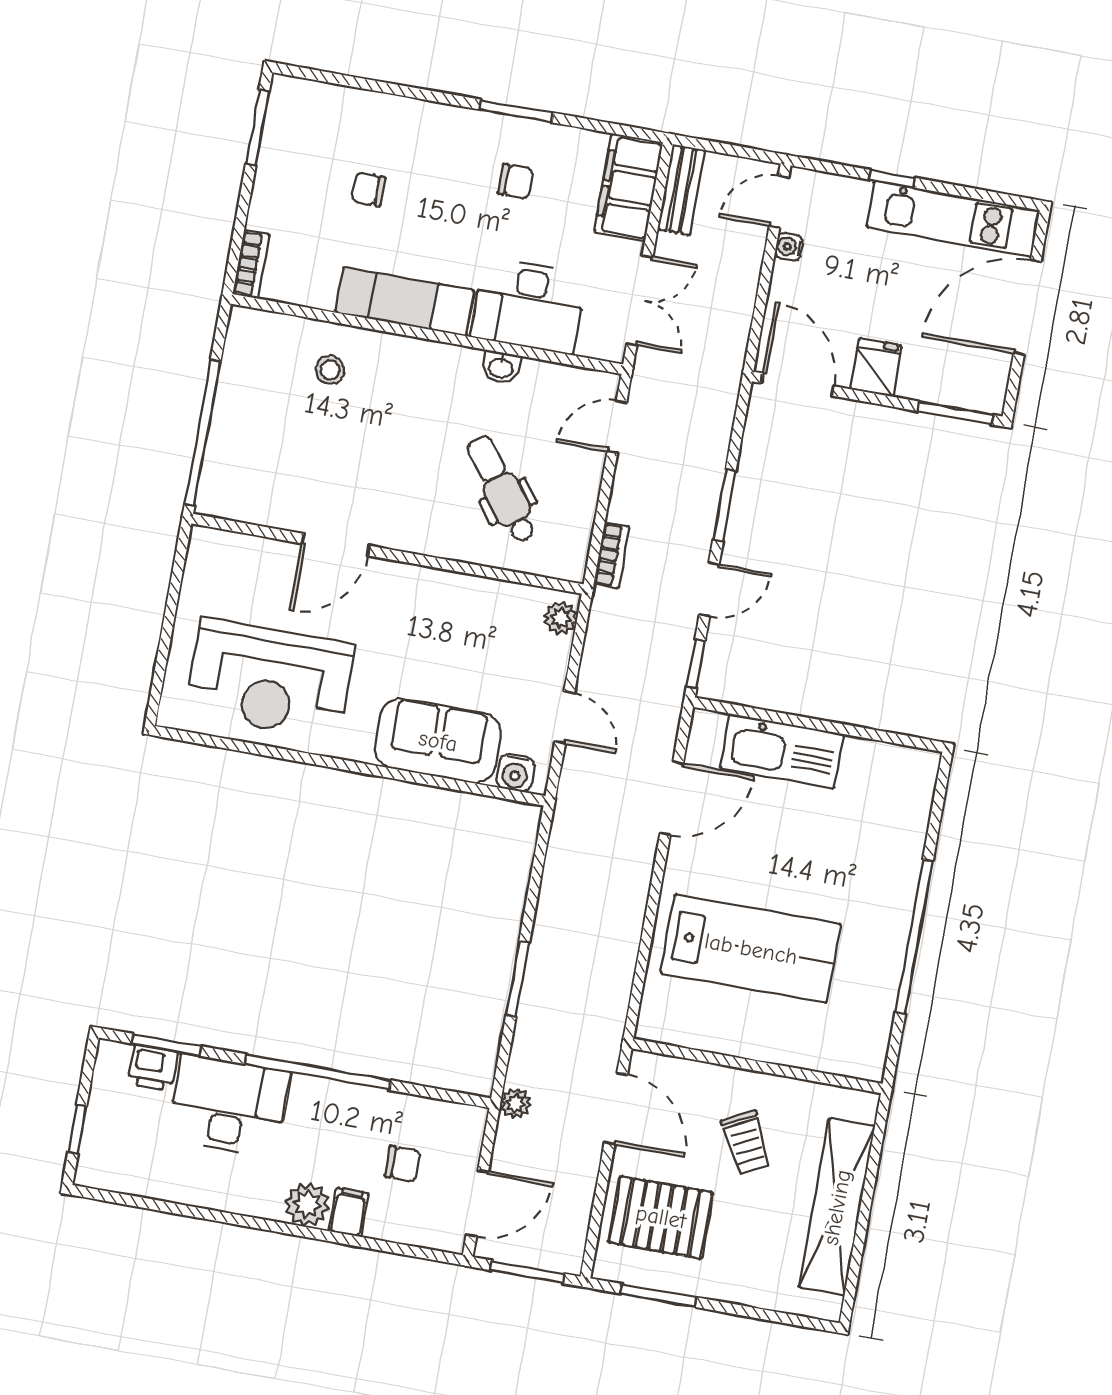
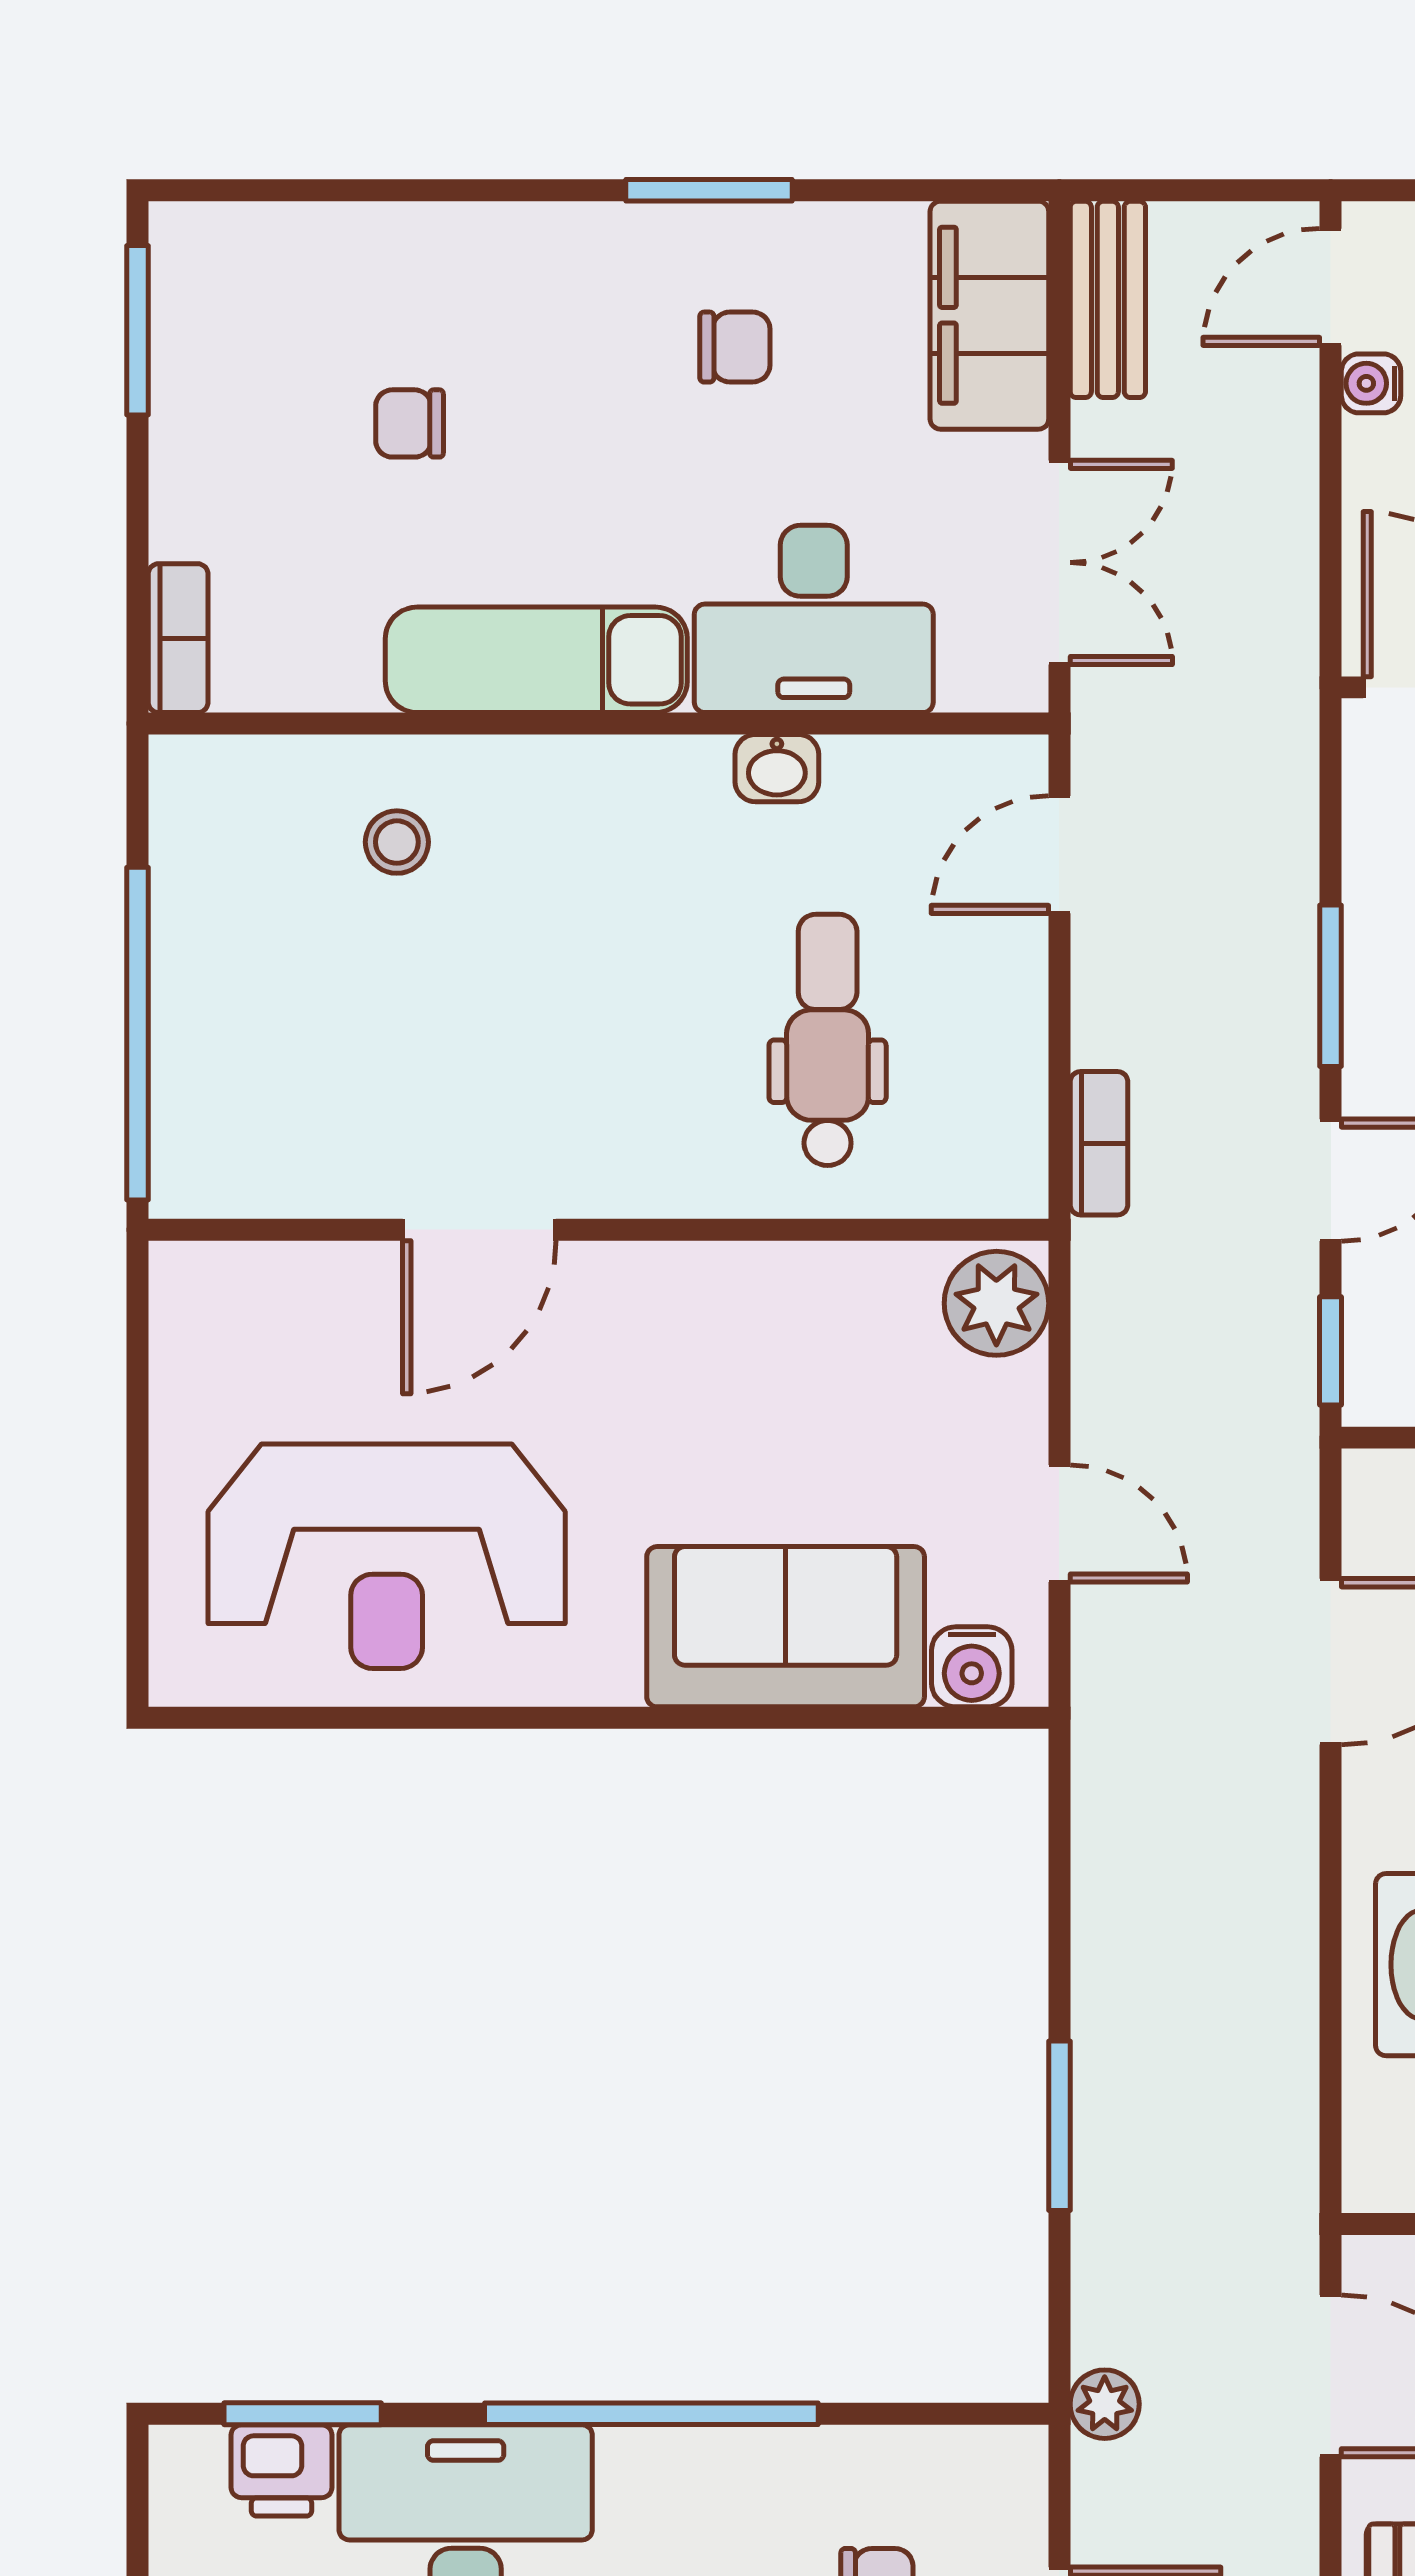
dental chair: (502, 489) -> (828, 1040), turned 37
plant: (561, 618) -> (996, 1303), width x1.38, depth x1.38

